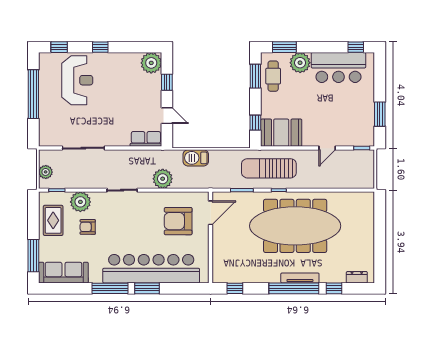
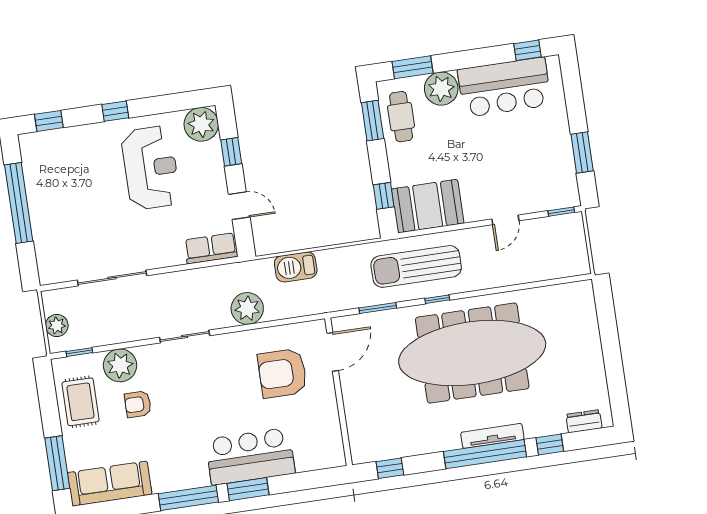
reception desk: (77, 80) -> (151, 168), moved
bar counter: (151, 269) -> (250, 456), width x0.54

